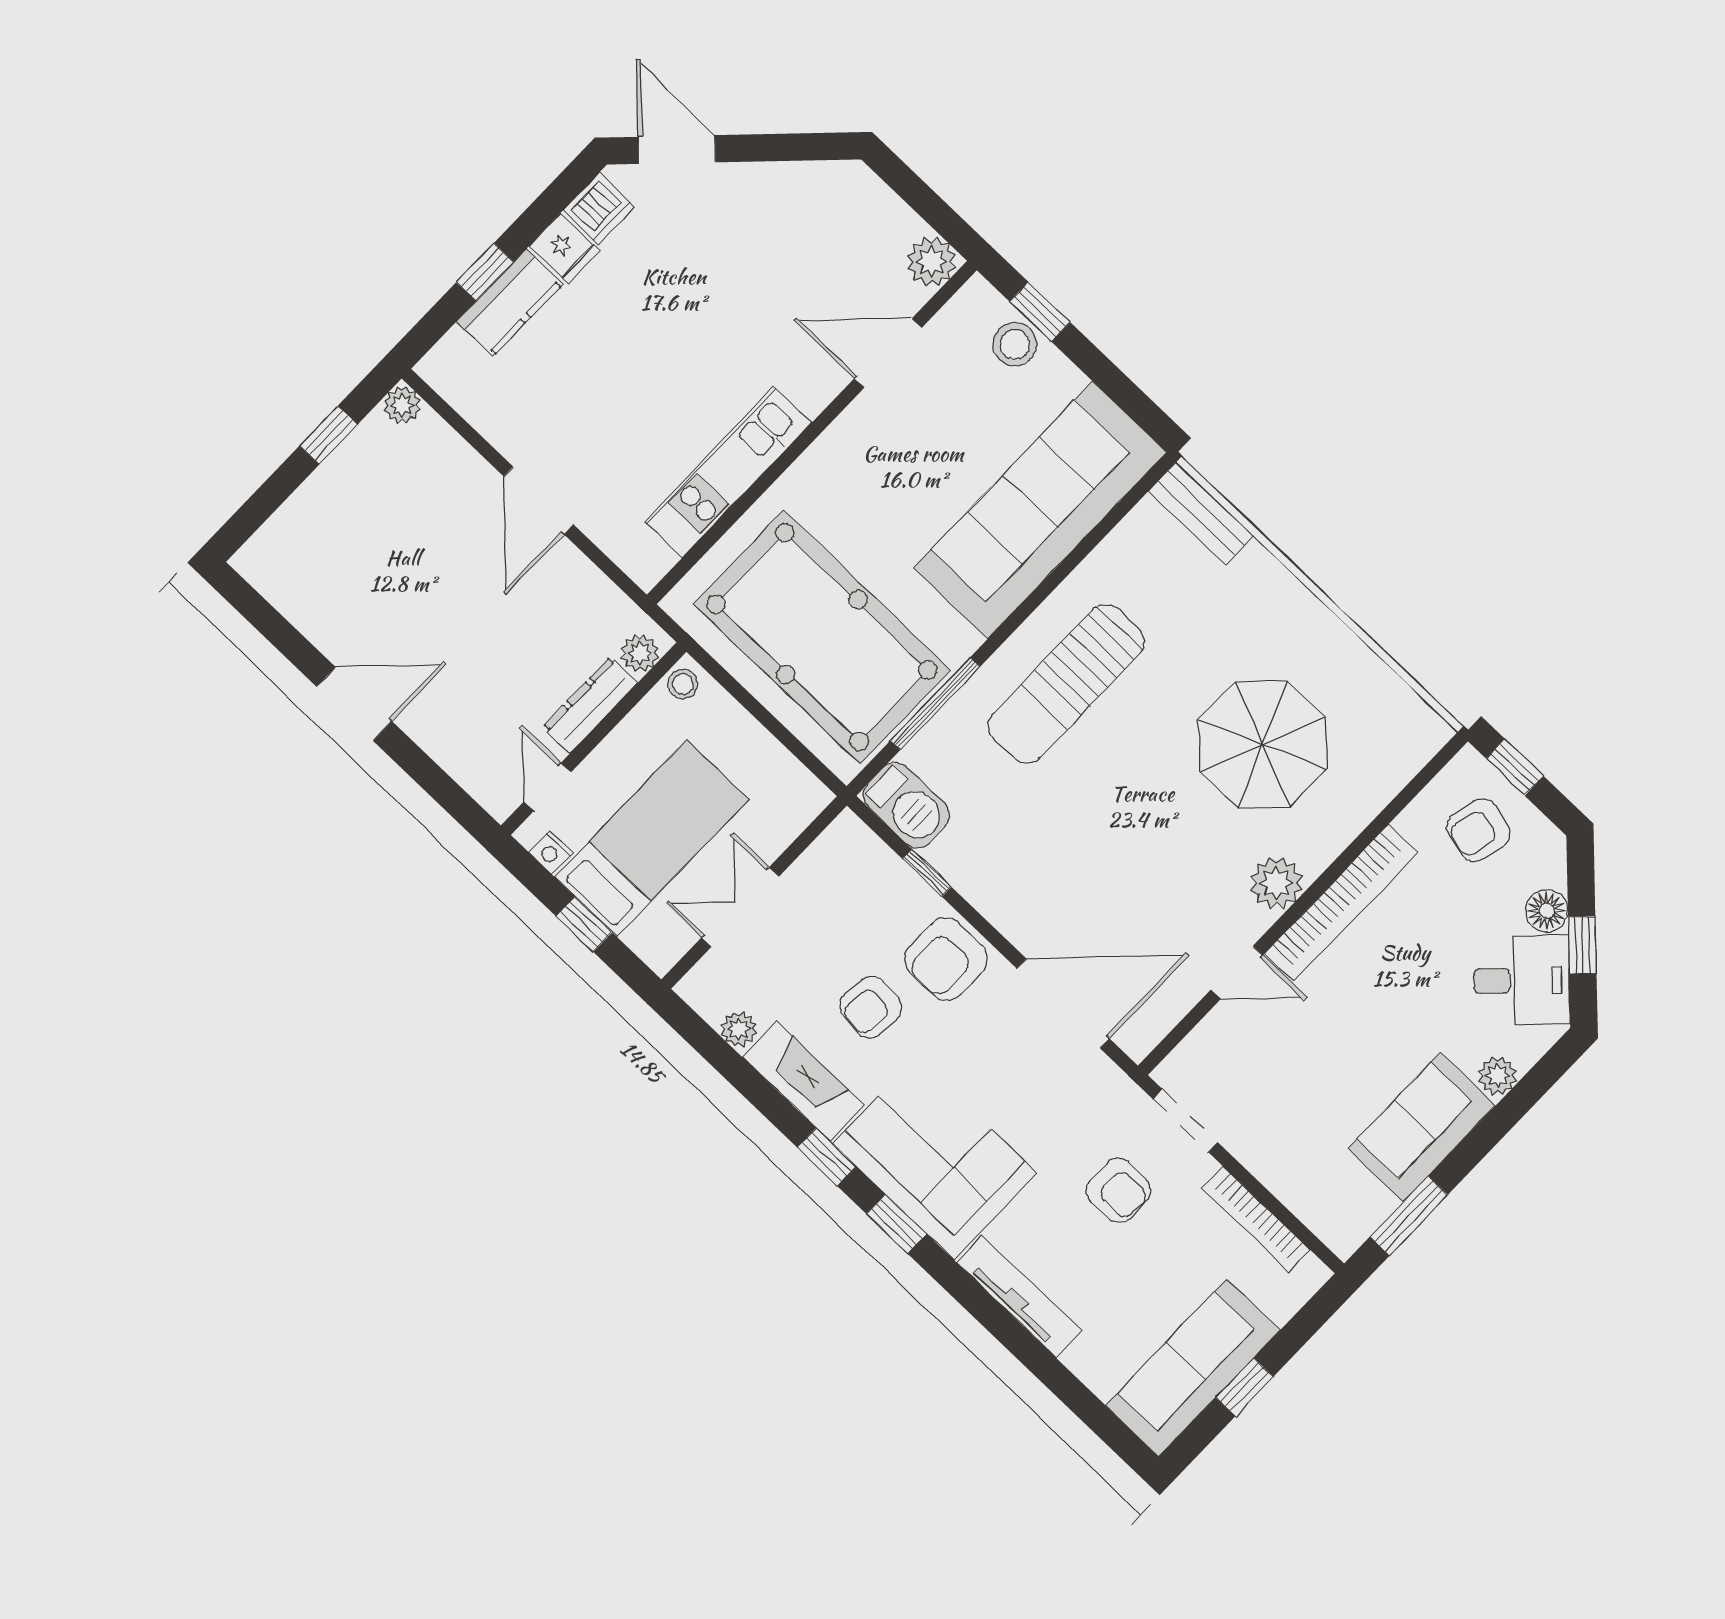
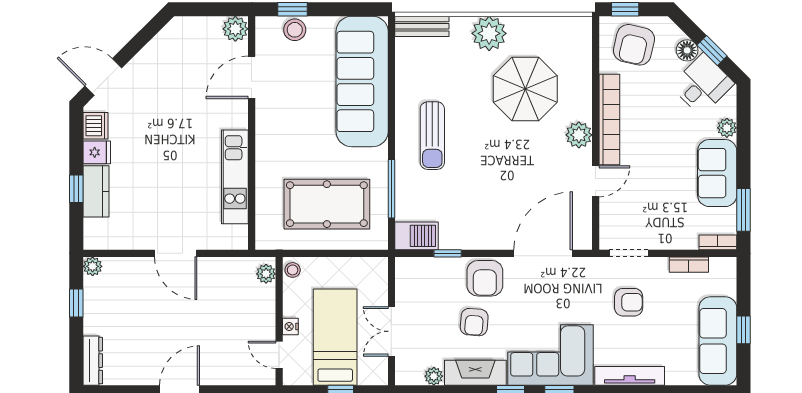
plant: (1287, 616) -> (489, 33), added
pool table: (822, 637) -> (327, 204), width x0.73, depth x0.76
sun lounger: (1066, 684) -> (432, 136), width x0.73, depth x0.75
dresser: (590, 705) -> (93, 361), moved, turned 180
armchair: (1478, 830) -> (634, 45), width x1.38, depth x1.38
nightstand: (551, 852) -> (290, 327), moved, turned 90
bookcase: (1256, 1219) -> (689, 265), width x0.64
bookcase: (1328, 1227) -> (718, 242), added

